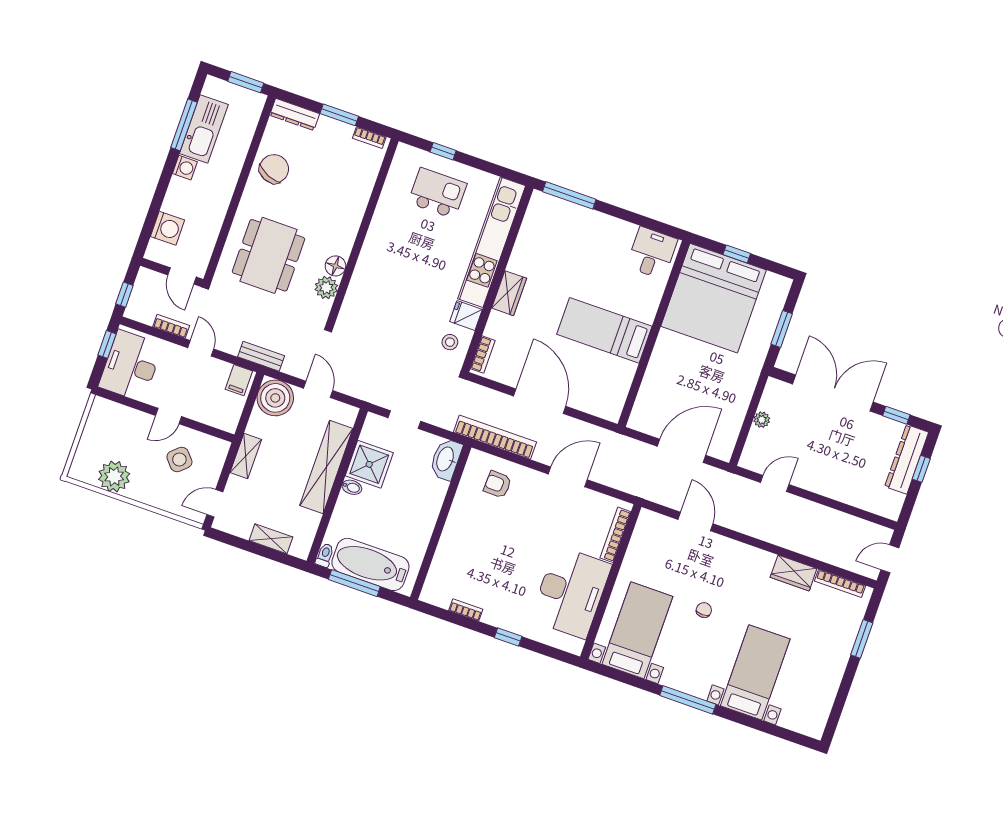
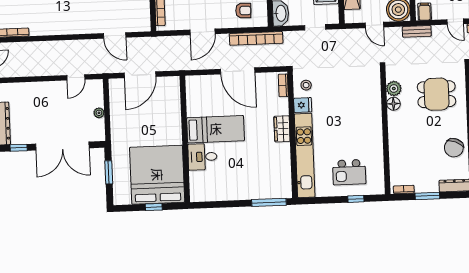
desk: (652, 253) -> (202, 157), moved, turned 90
dining table: (269, 255) -> (437, 94), width x0.73
wardrobe: (794, 573) -> (43, 28), removed

